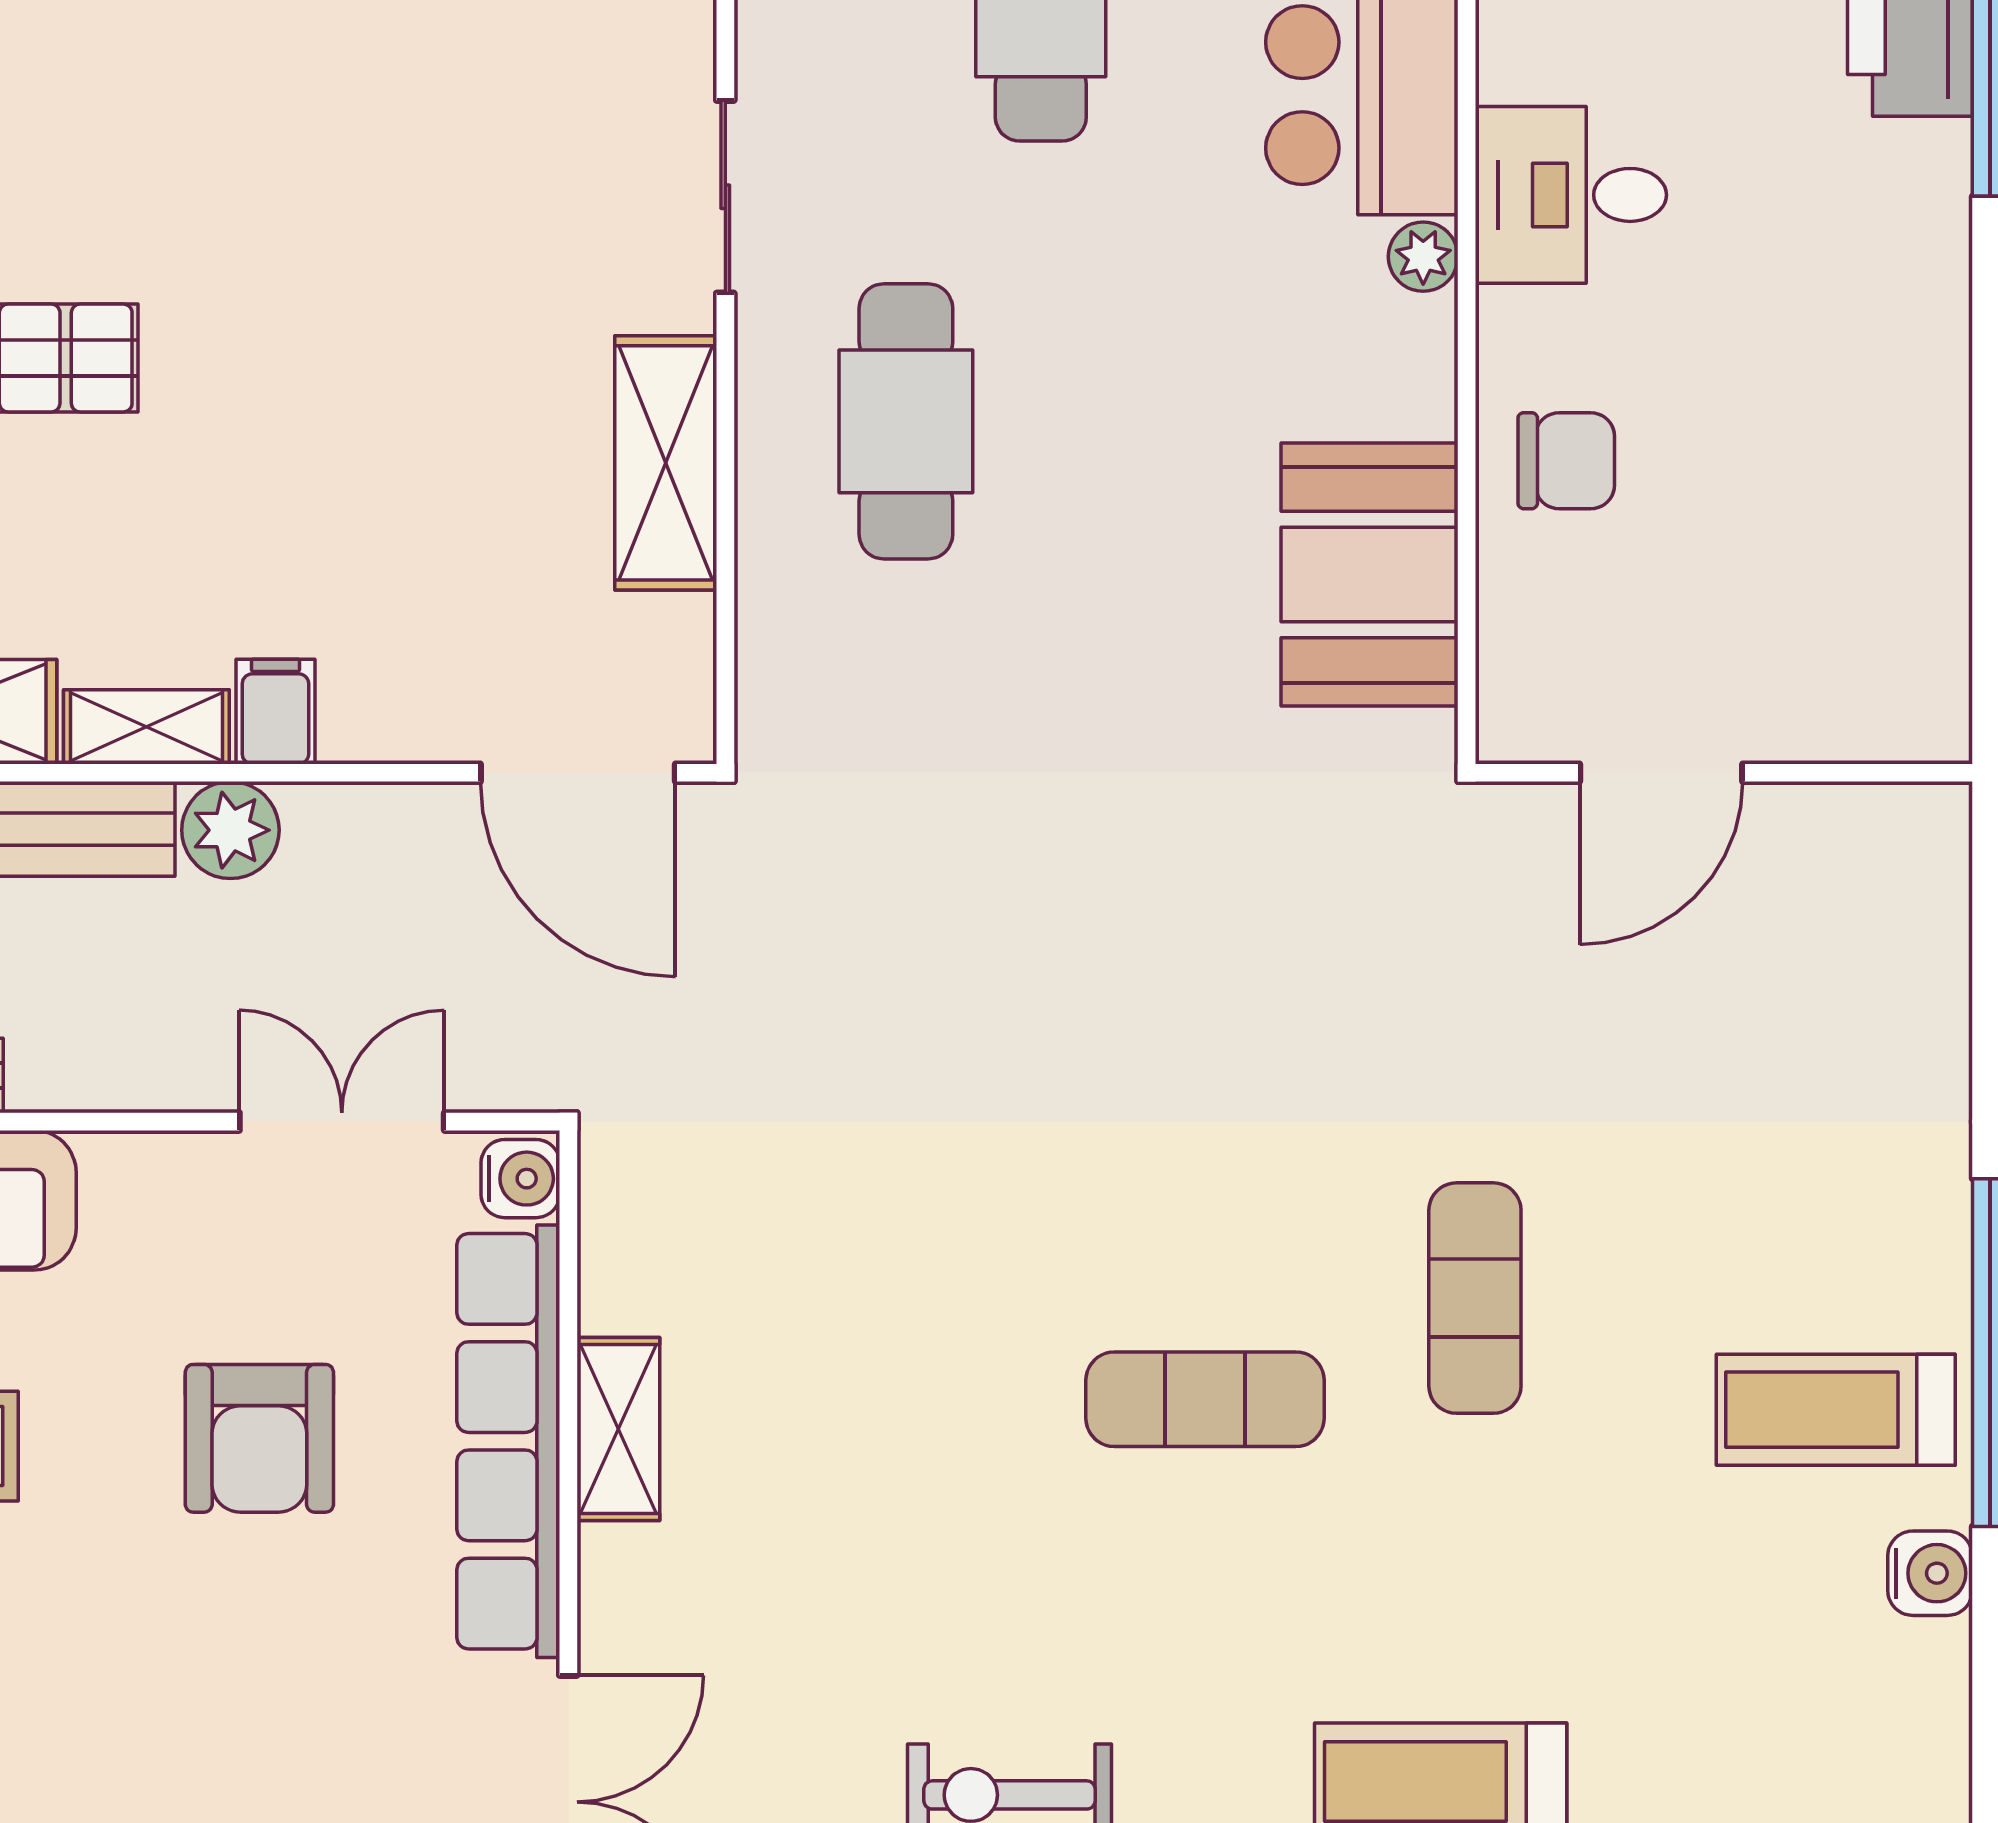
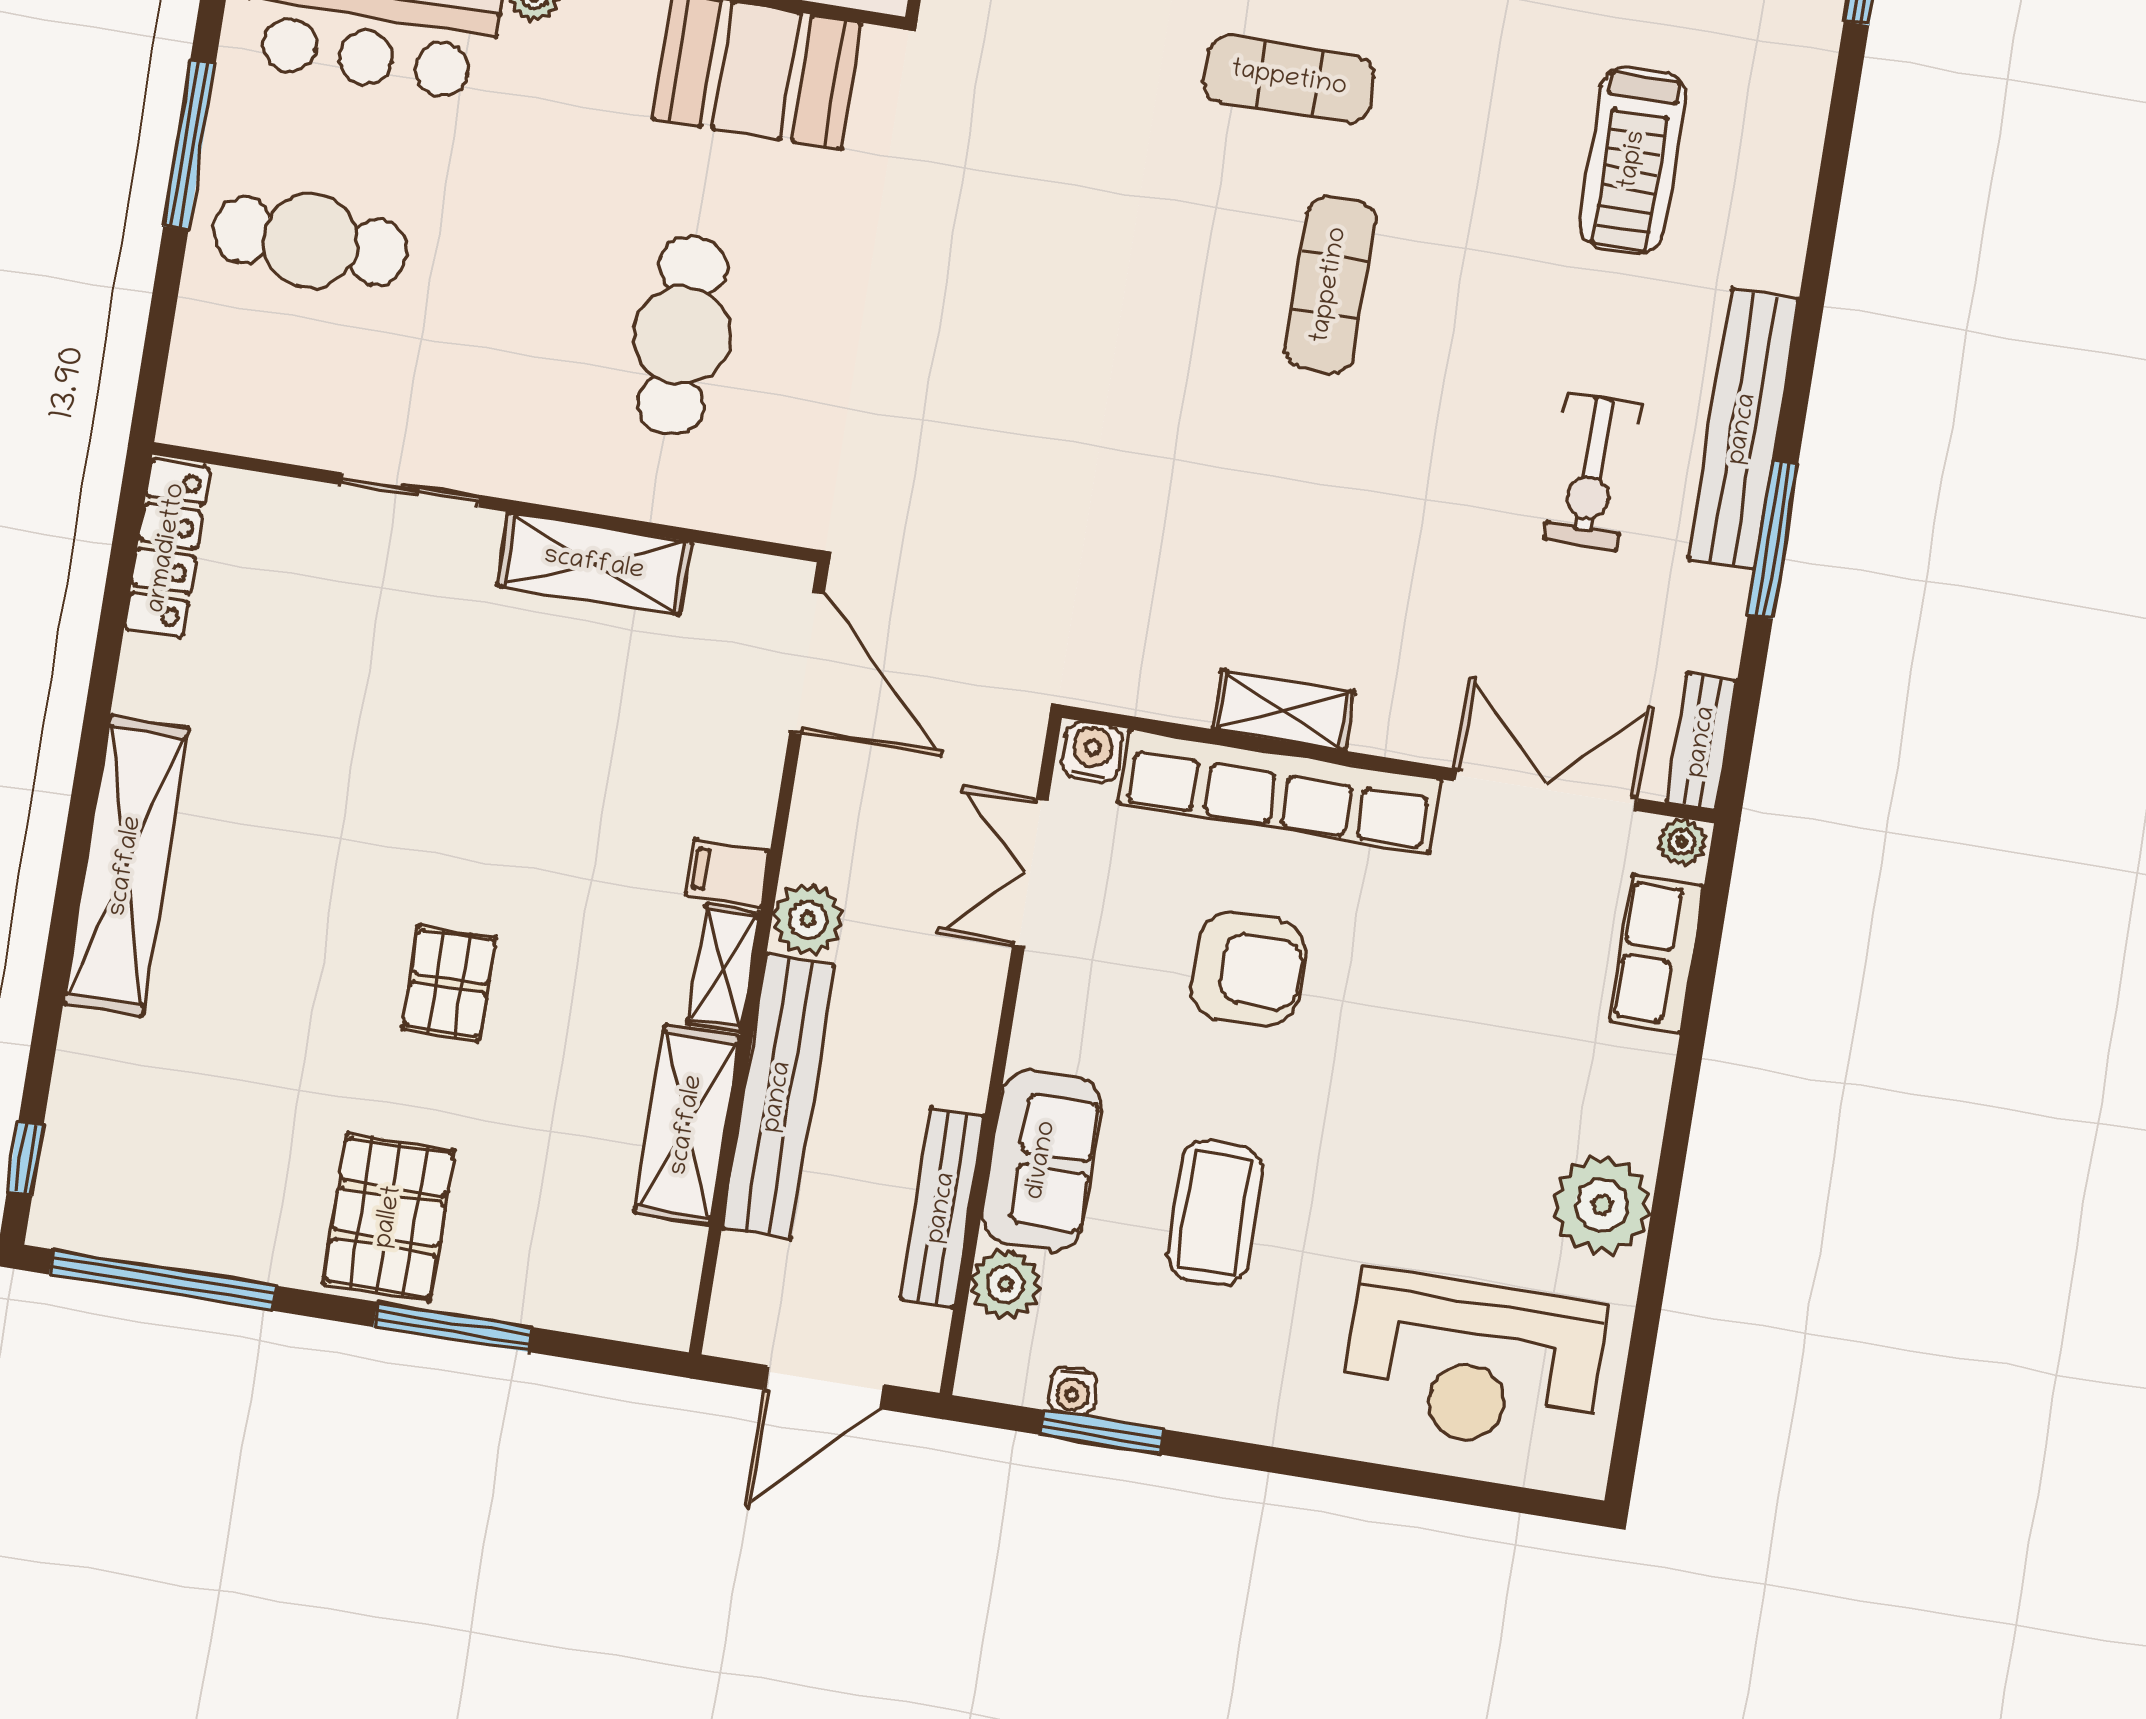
cafe table: (906, 421) -> (682, 335), moved, turned 90
door: (578, 773) -> (807, 663), hinge flipped

